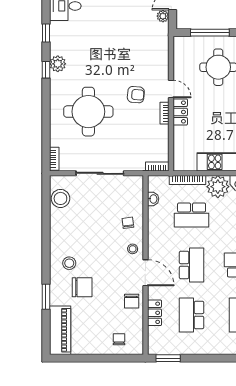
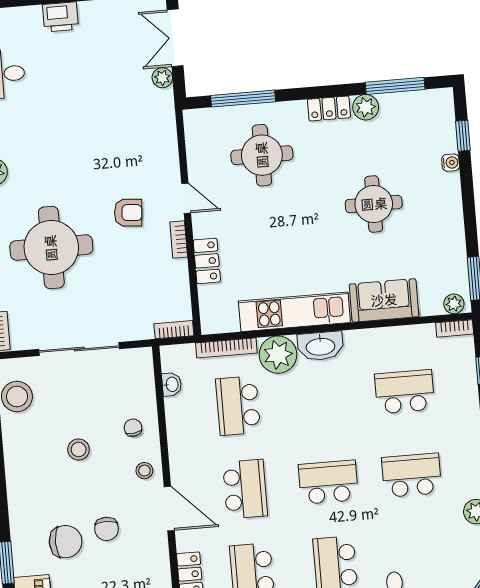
locker: (180, 112) -> (207, 261), moved
school desk: (192, 215) -> (238, 406), turned 90
stool: (69, 263) -> (79, 449), moved
chair: (132, 301) -> (107, 529), moved

